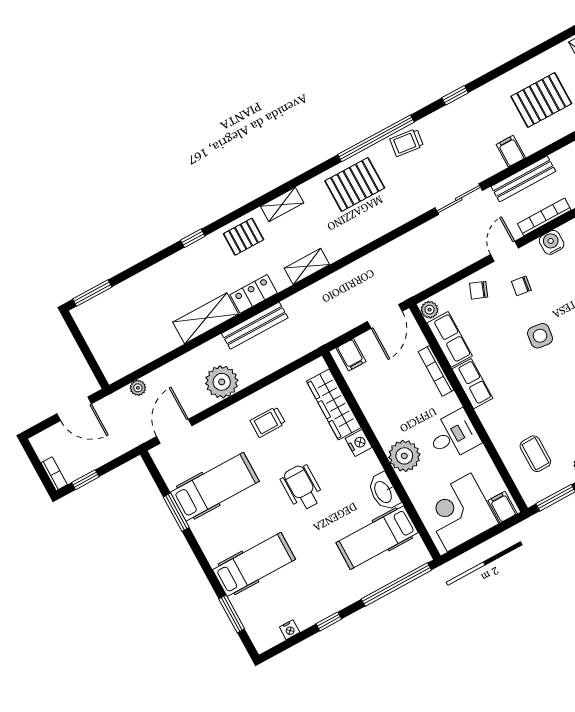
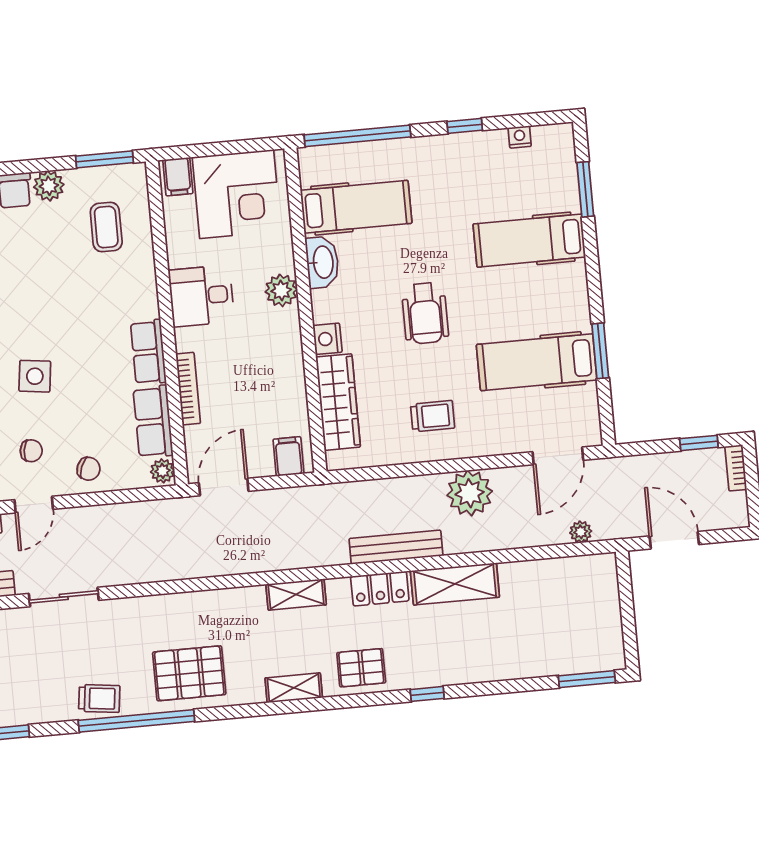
plant: (404, 456) -> (281, 290), width x0.73, depth x0.73

